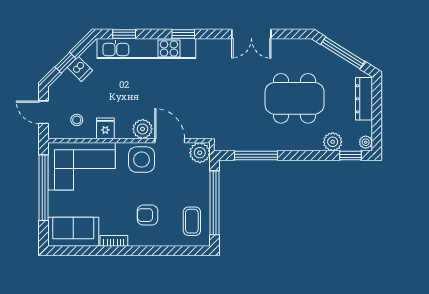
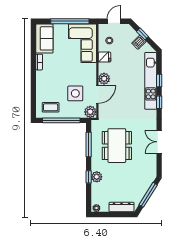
window: (124, 34) -> (159, 80), moved
dining table: (295, 98) -> (117, 146), moved
plant: (333, 142) -> (97, 177), moved
window: (350, 156) -> (89, 177), moved
side table: (142, 160) -> (75, 93), moved
armchair: (147, 215) -> (54, 82), removed

